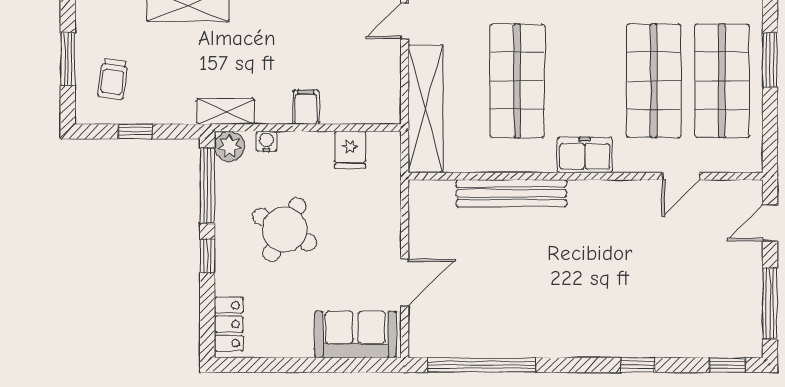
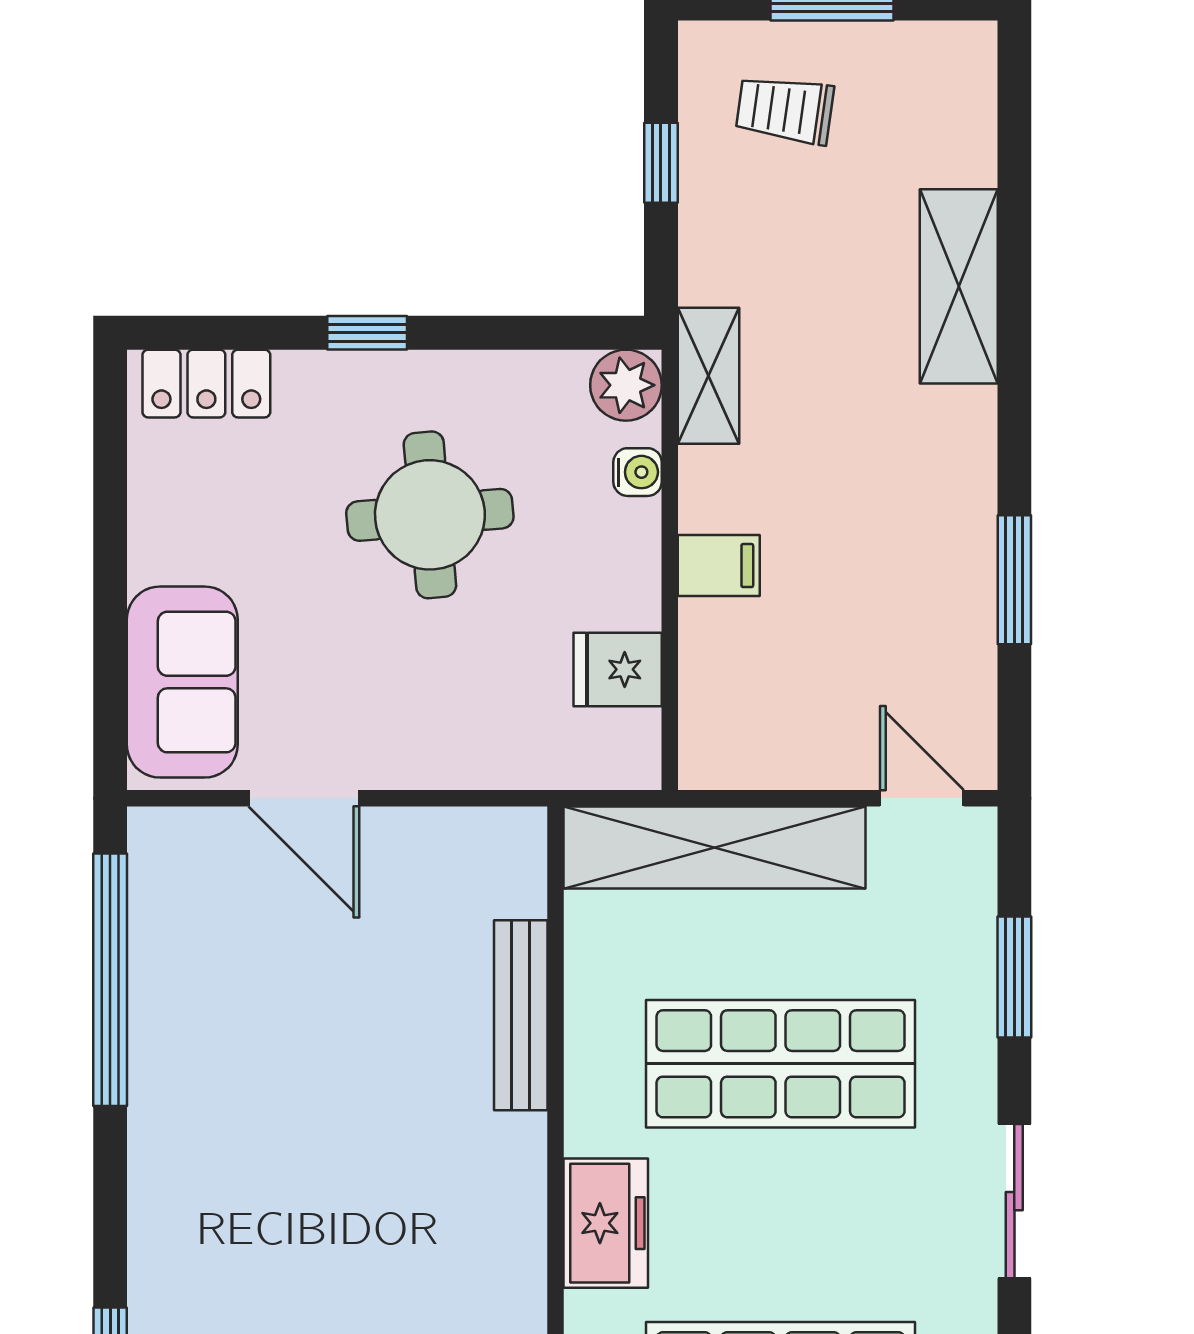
window: (207, 185) -> (534, 333), removed
bench: (511, 193) -> (521, 1015), width x0.73, depth x0.82
round table: (285, 229) -> (430, 515), turned -34

